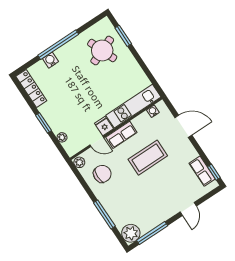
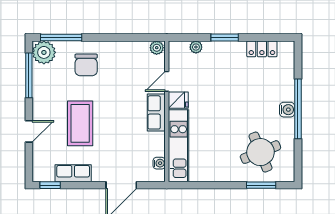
water cooler: (50, 60) -> (287, 110), moved
locker: (31, 88) -> (262, 49), width x0.66
coffee table: (148, 158) -> (80, 123), moved
row of seats: (202, 171) -> (73, 173), moved
chair: (102, 174) -> (86, 65), moved
door: (188, 209) -> (29, 131), swing flipped
window: (104, 214) -> (61, 38), moved

